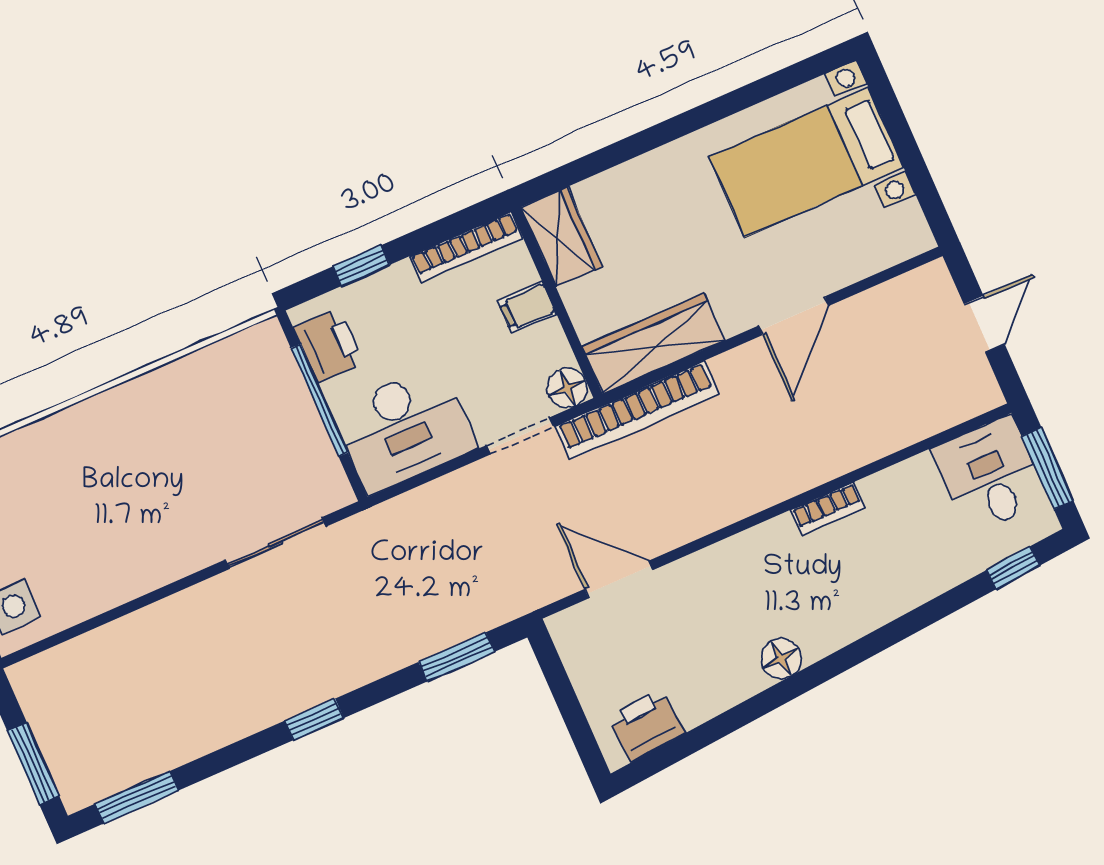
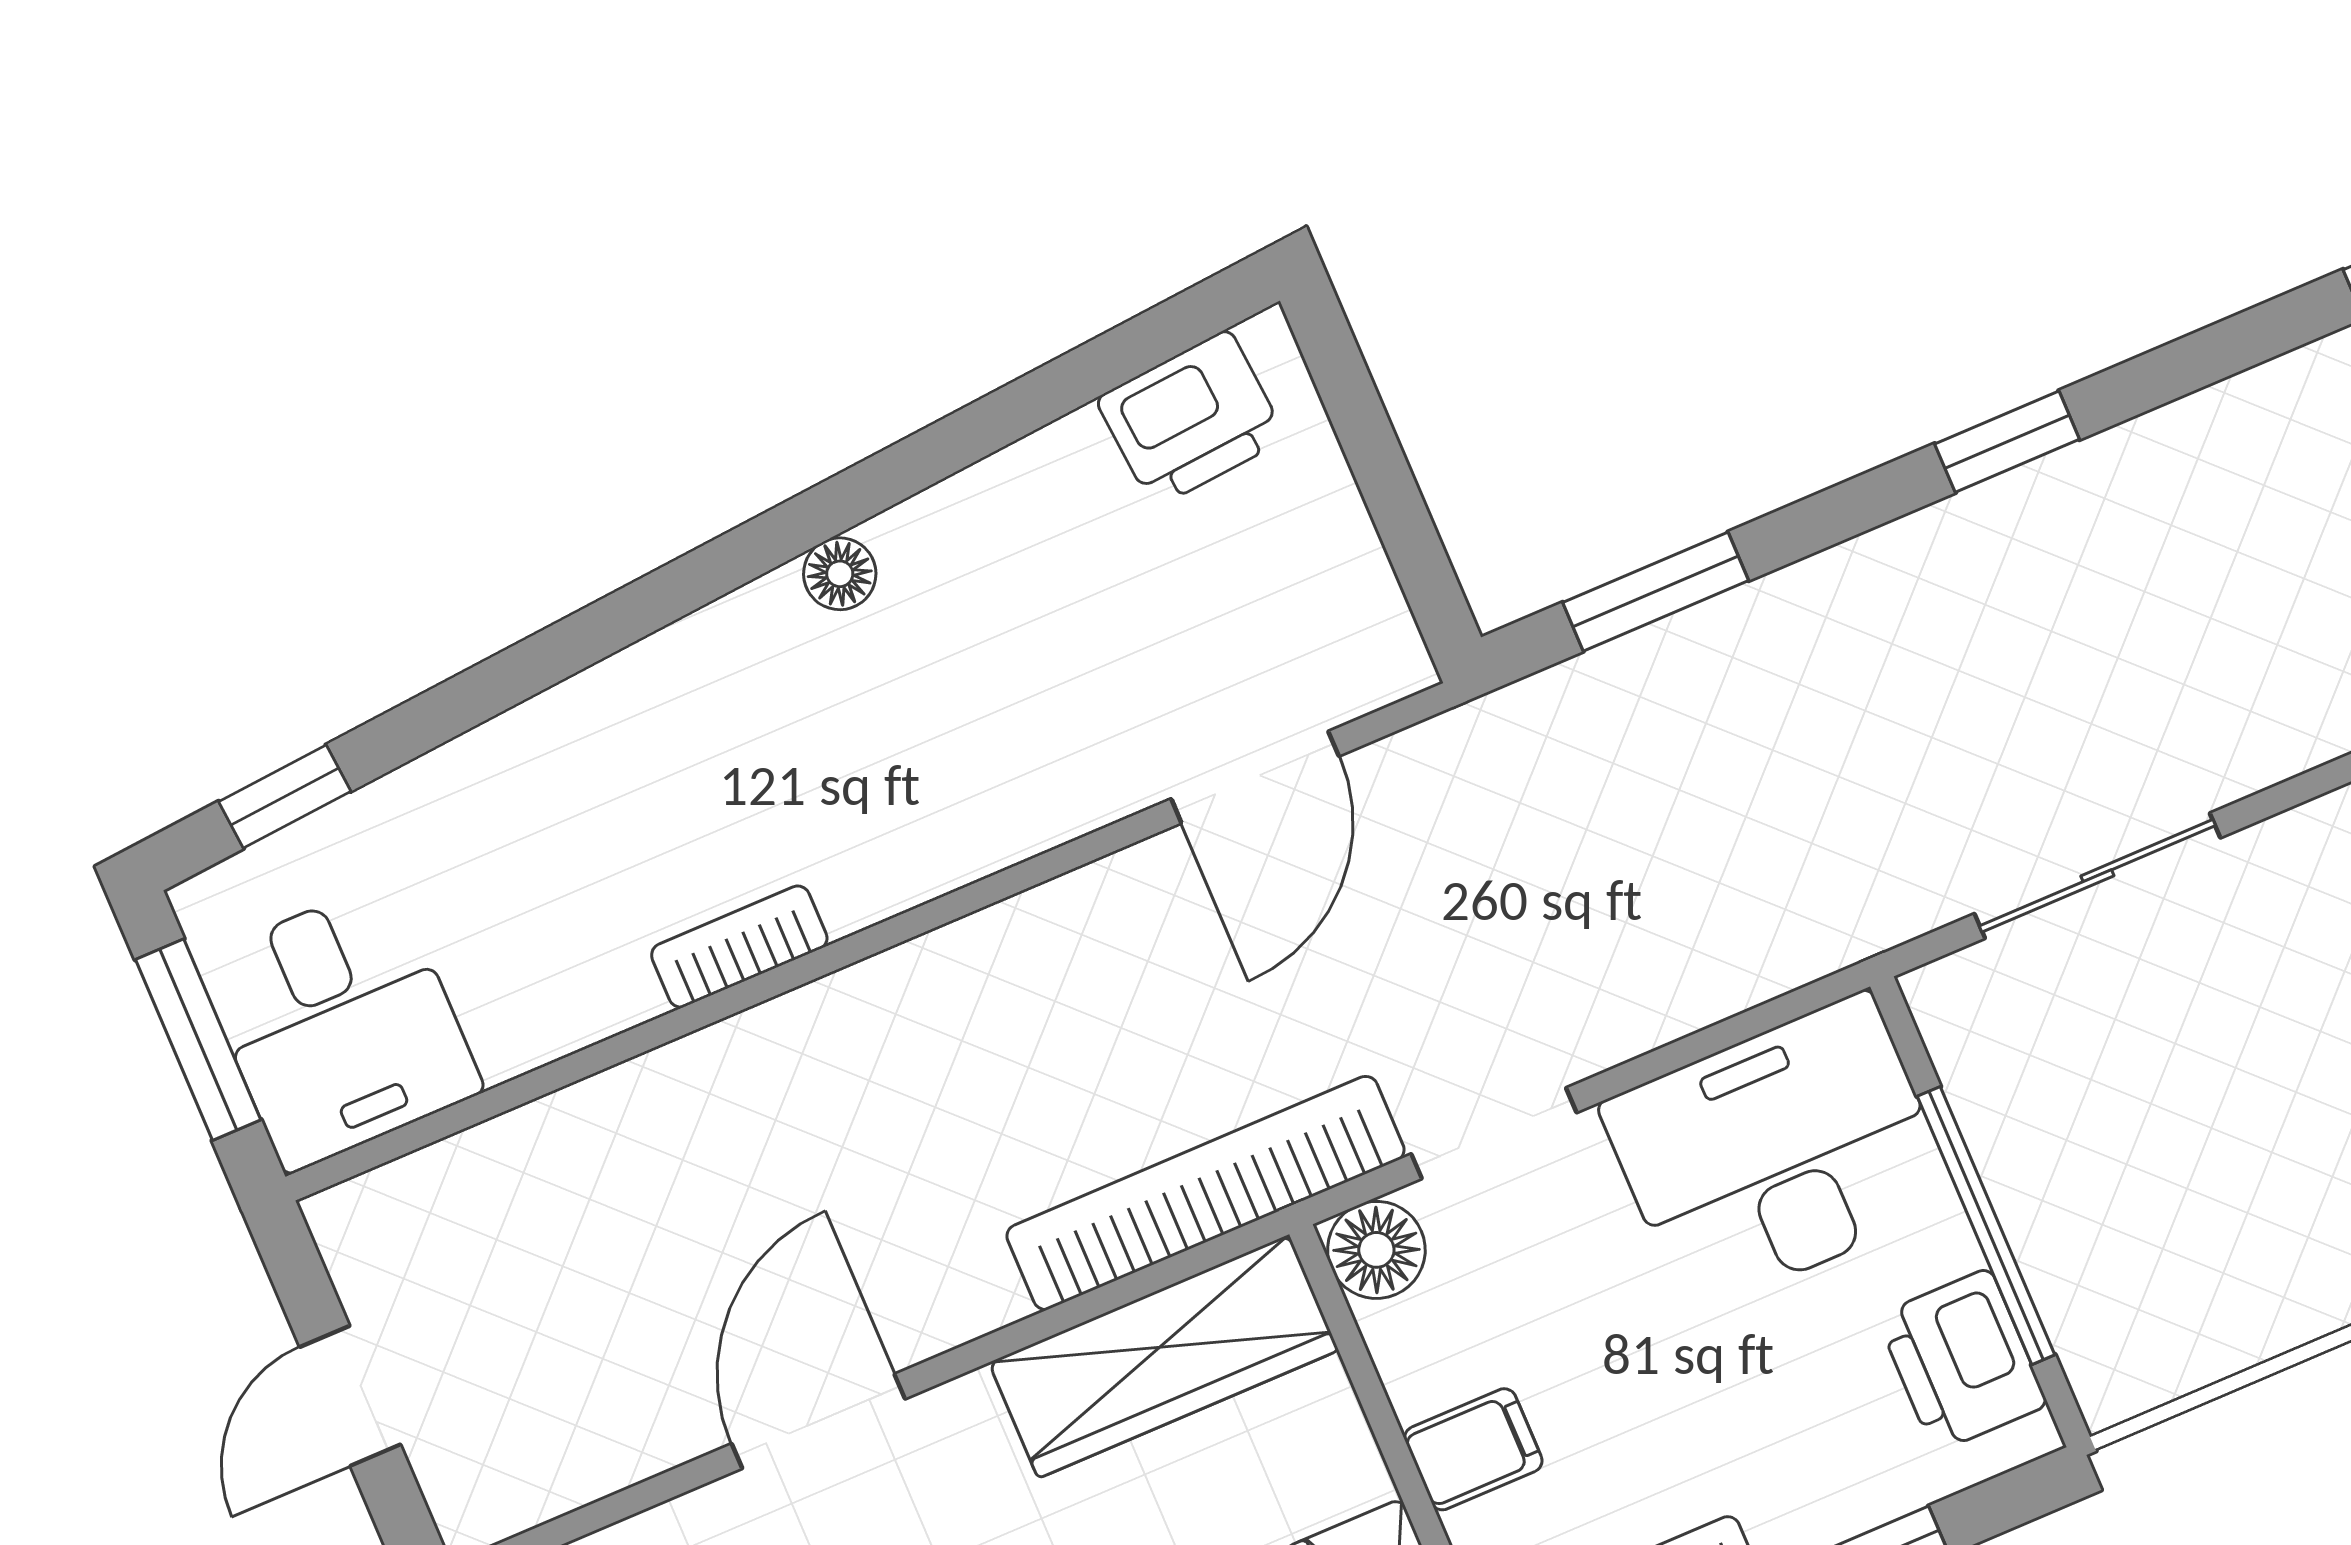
door: (619, 580) -> (1255, 777), hinge flipped
floor lamp: (781, 658) -> (840, 574), width x0.73, depth x0.73

